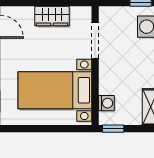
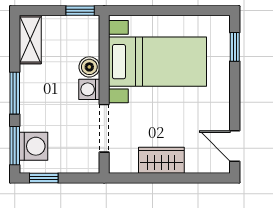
boiler: (106, 86) -> (89, 67), added
washing machine: (106, 103) -> (89, 89), moved

